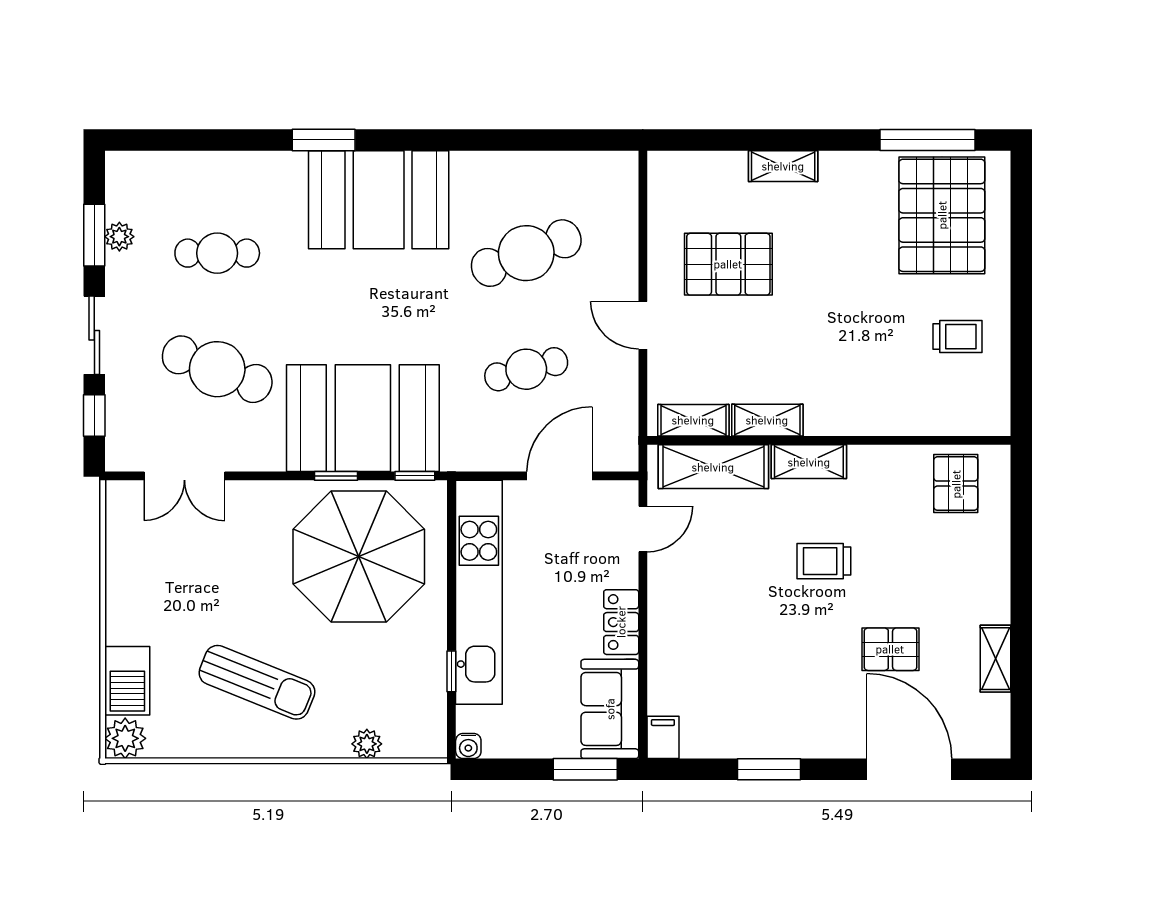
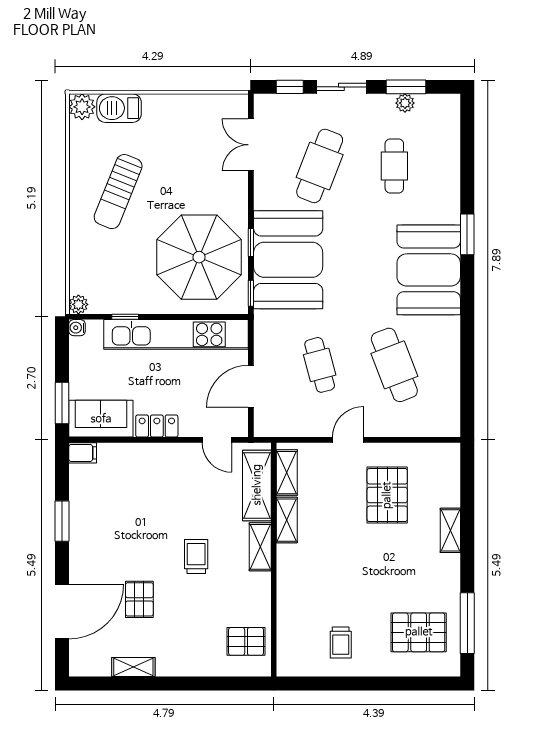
pallet: (942, 215) -> (419, 632), width x0.73, depth x0.71
door: (560, 476) -> (251, 386), swing flipped
plant: (367, 744) -> (78, 304), moved

